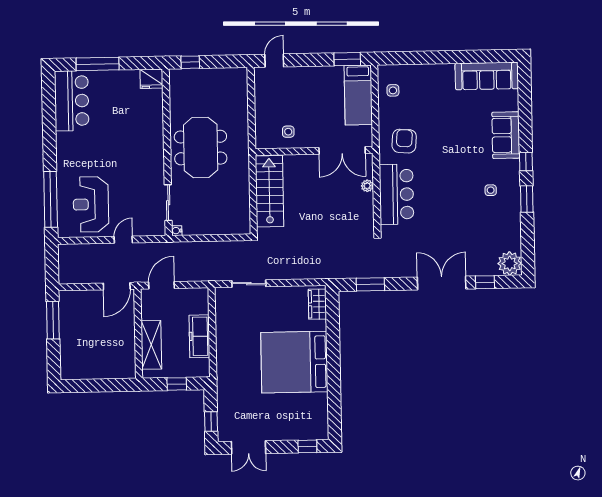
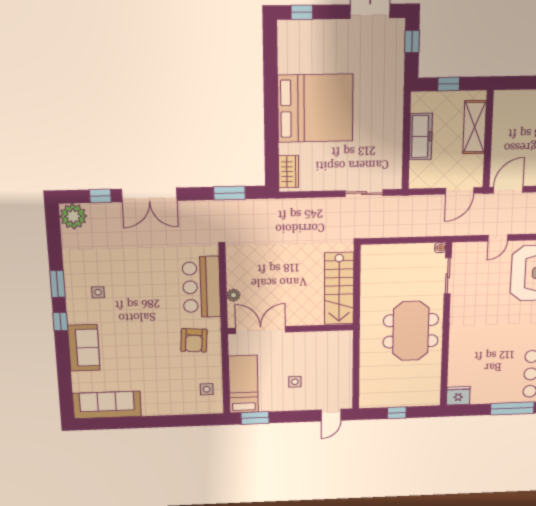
window: (190, 62) -> (397, 413), moved
side table: (288, 132) -> (295, 382), moved

